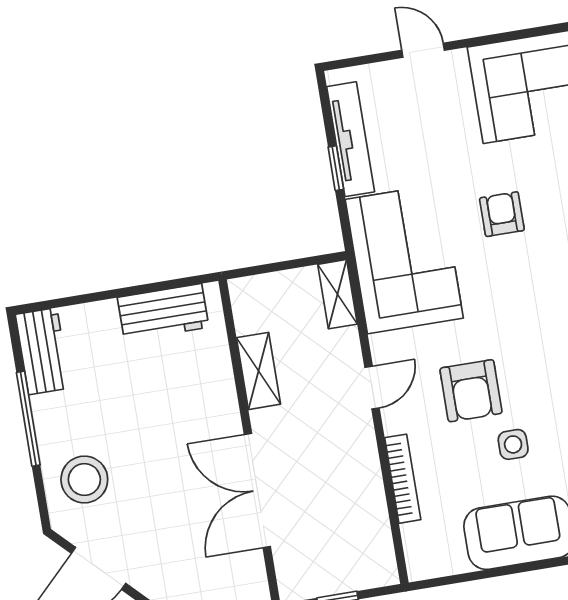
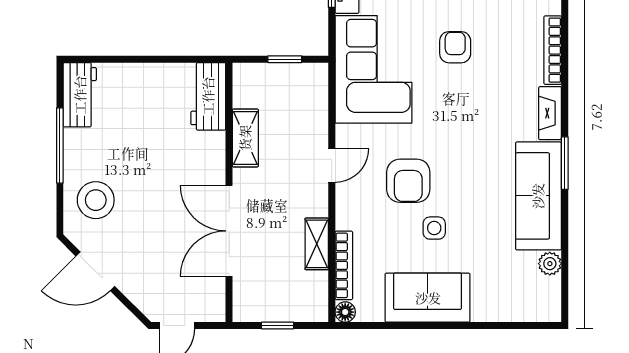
window: (291, 264) -> (285, 59), added
shelving: (337, 294) -> (317, 244), moved
workbench: (163, 312) -> (208, 96), moved, turned 90
bookcase: (403, 479) -> (344, 265), moved
floor lamp: (419, 568) -> (345, 312), added

